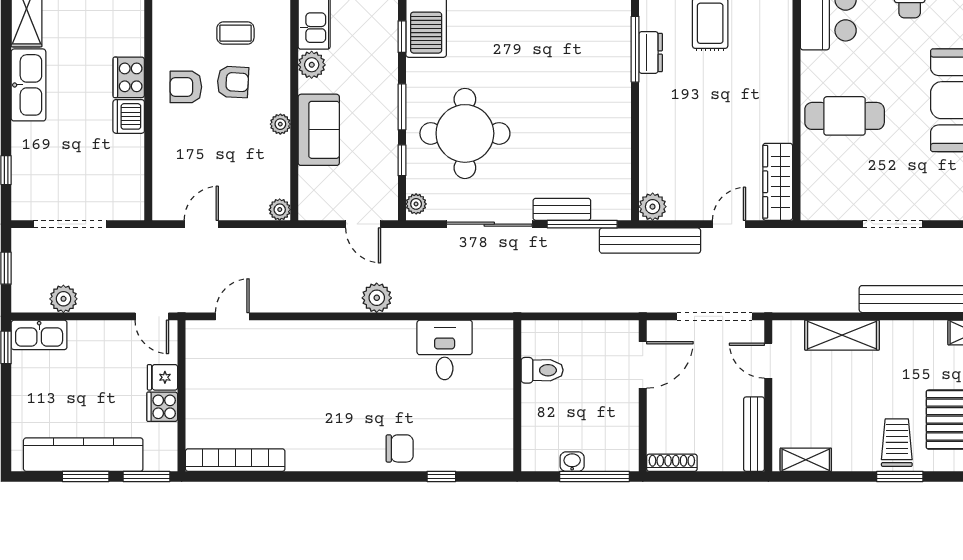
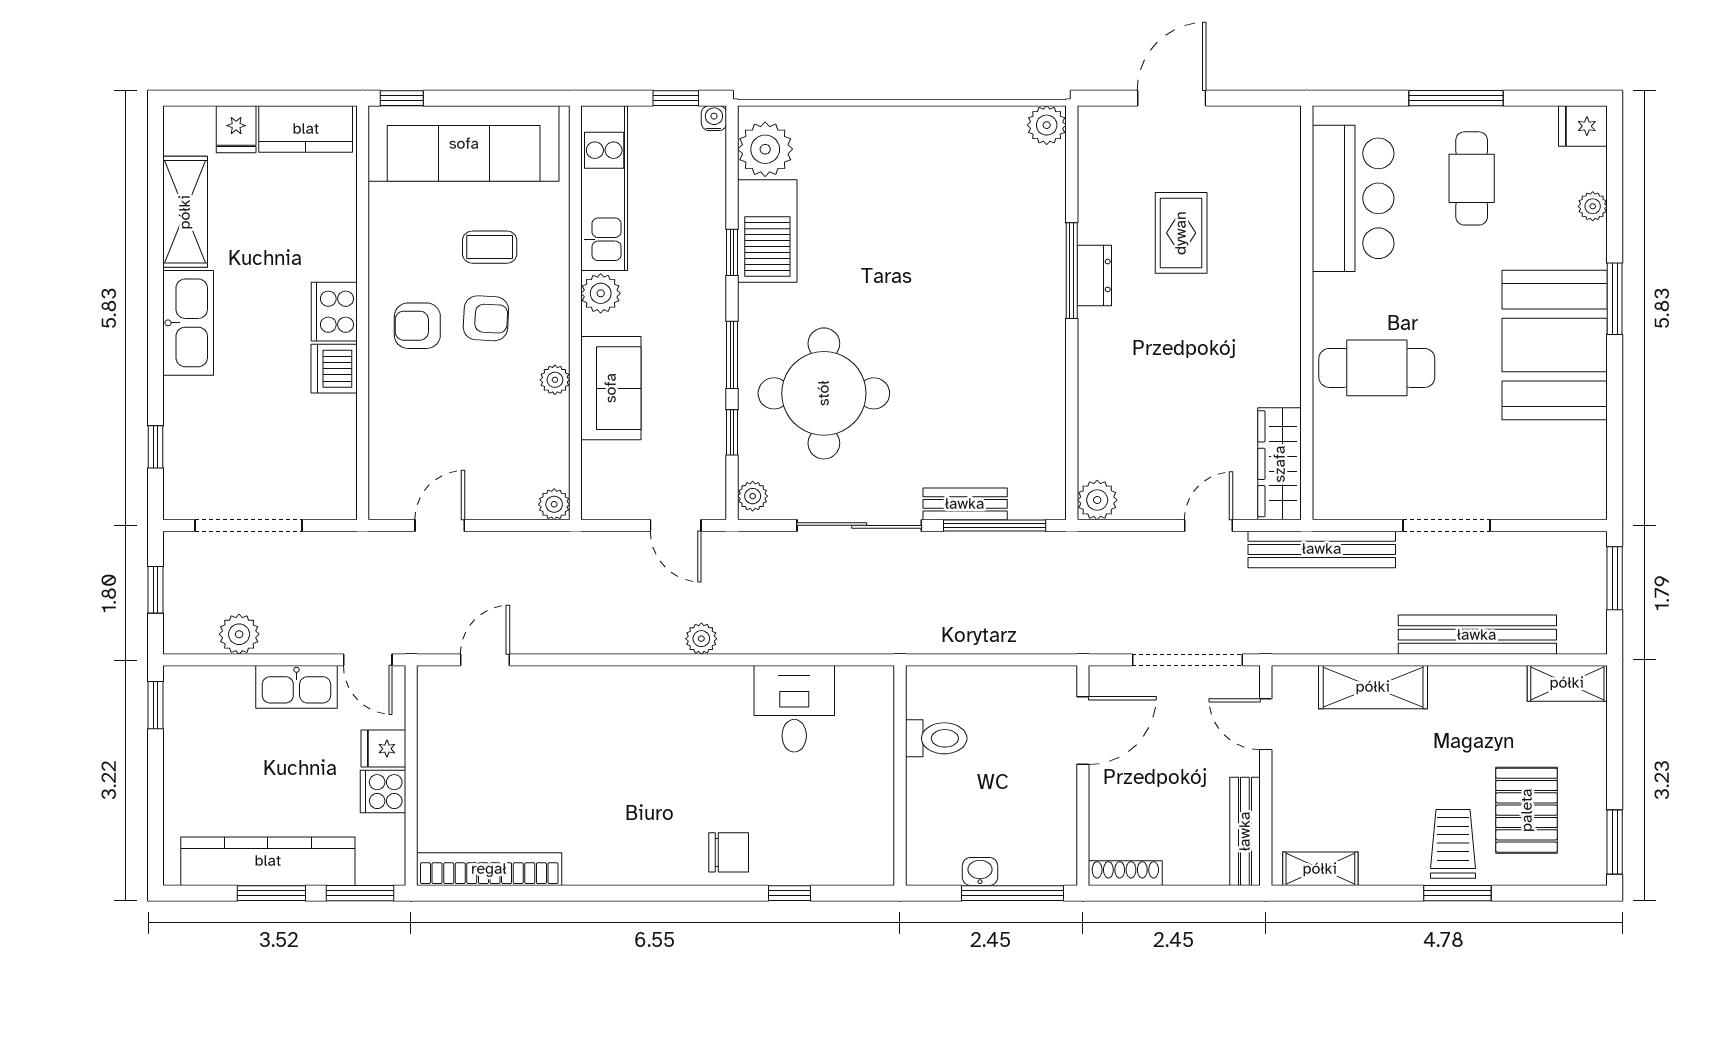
bench: (650, 241) -> (1322, 549), moved
plant: (377, 298) -> (701, 639), width x0.73, depth x0.73
kitchen sink: (39, 335) -> (296, 687), moved

